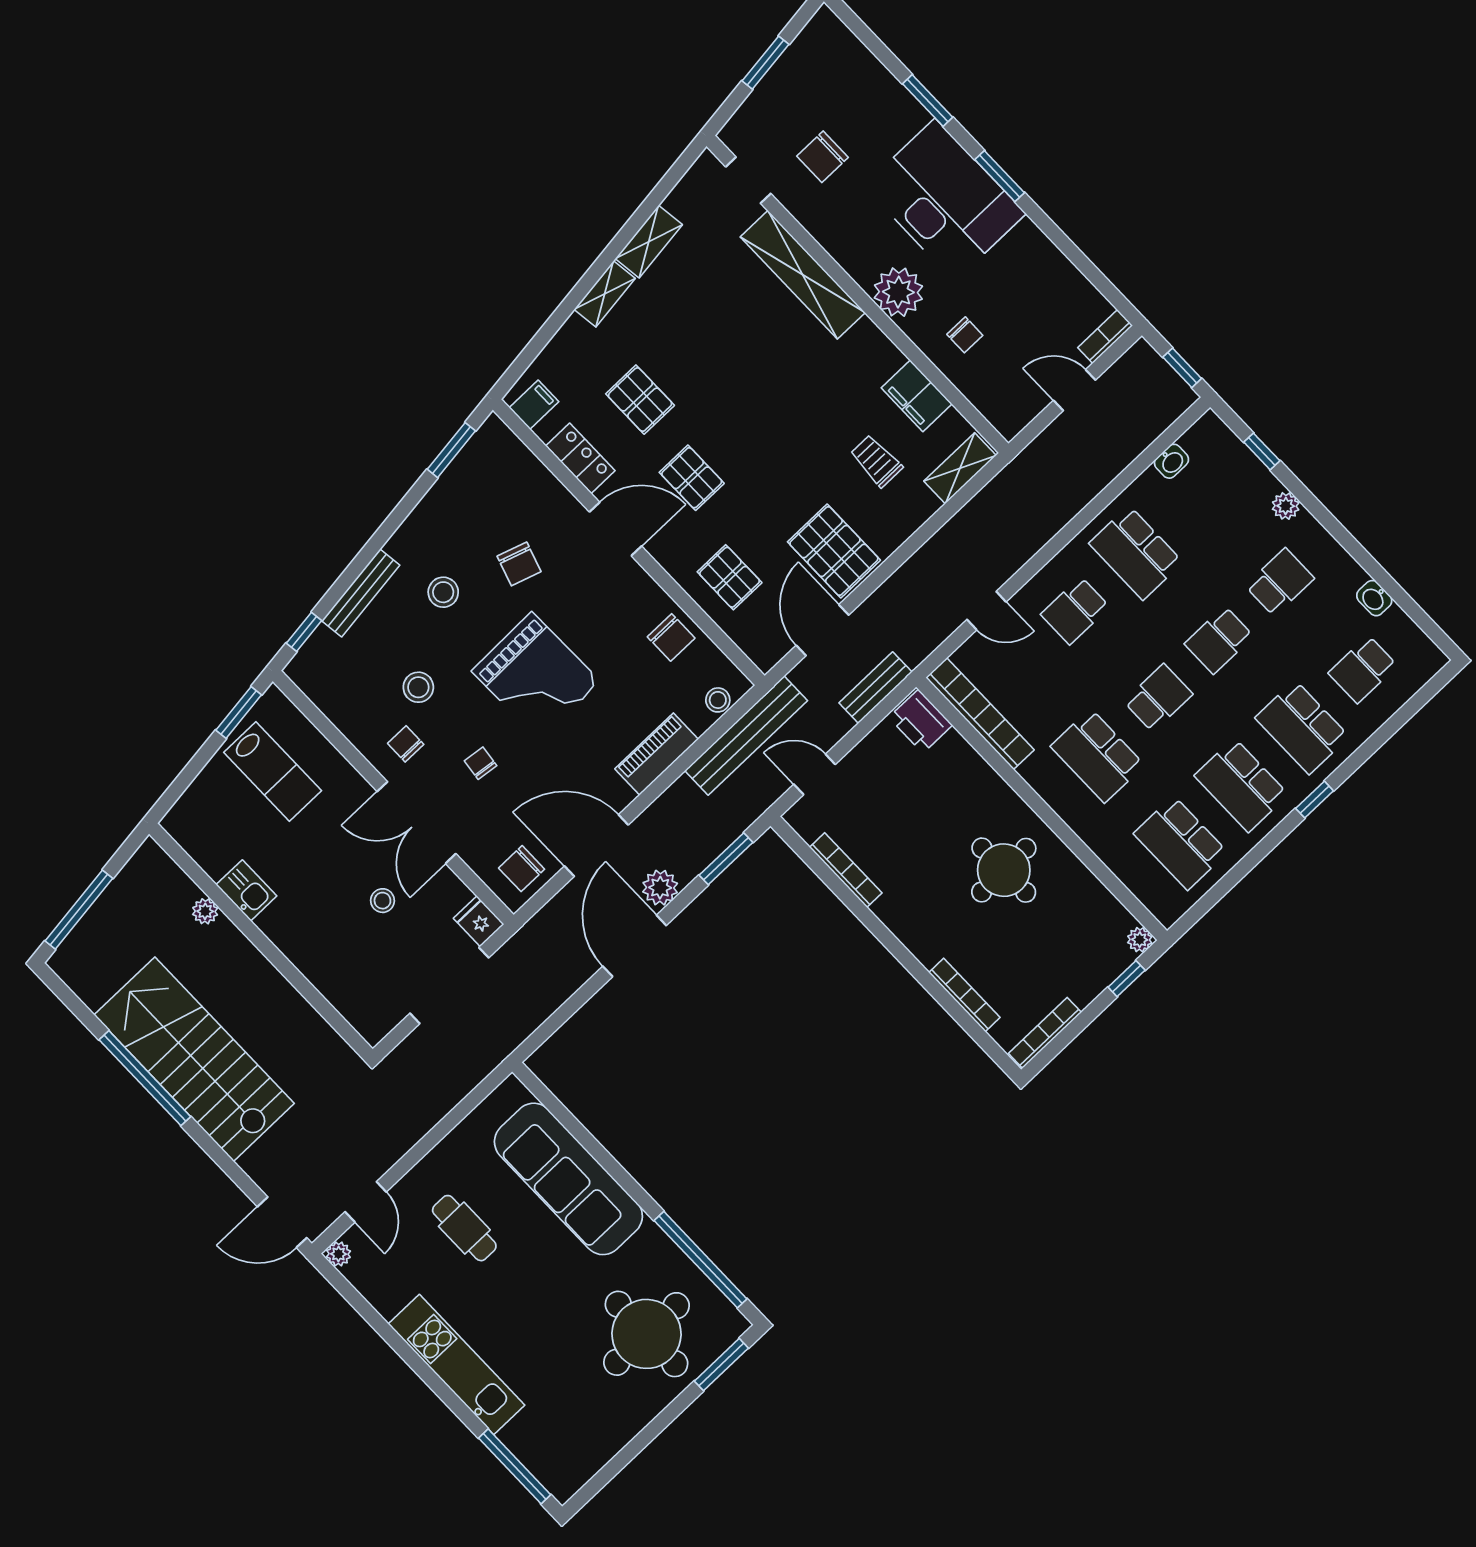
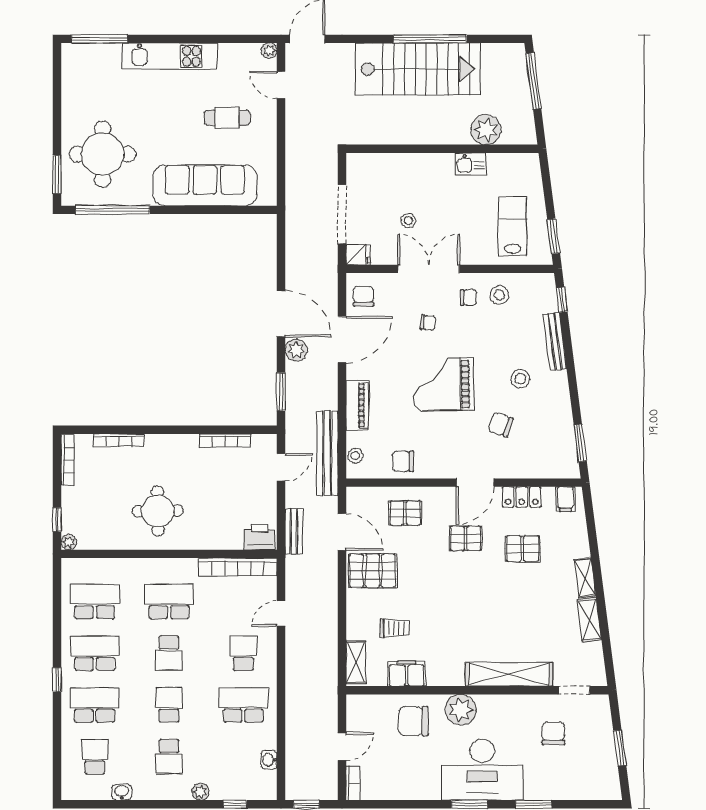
chair: (965, 335) -> (413, 721), width x1.87, depth x1.87
stool: (418, 687) -> (499, 295), moved
lab bench: (273, 771) -> (513, 226), turned 90
plant: (205, 911) -> (486, 130), width x1.88, depth x1.88

